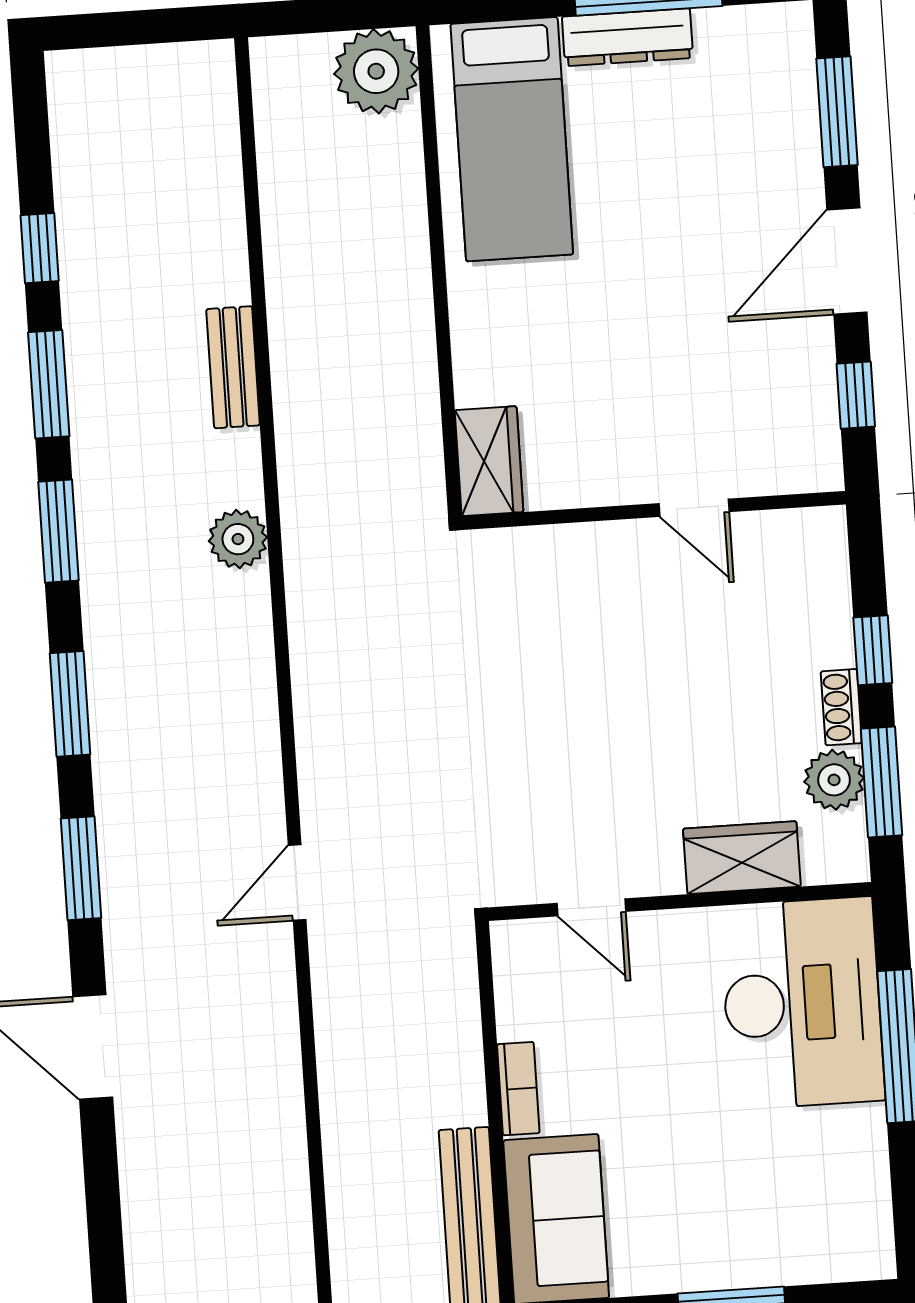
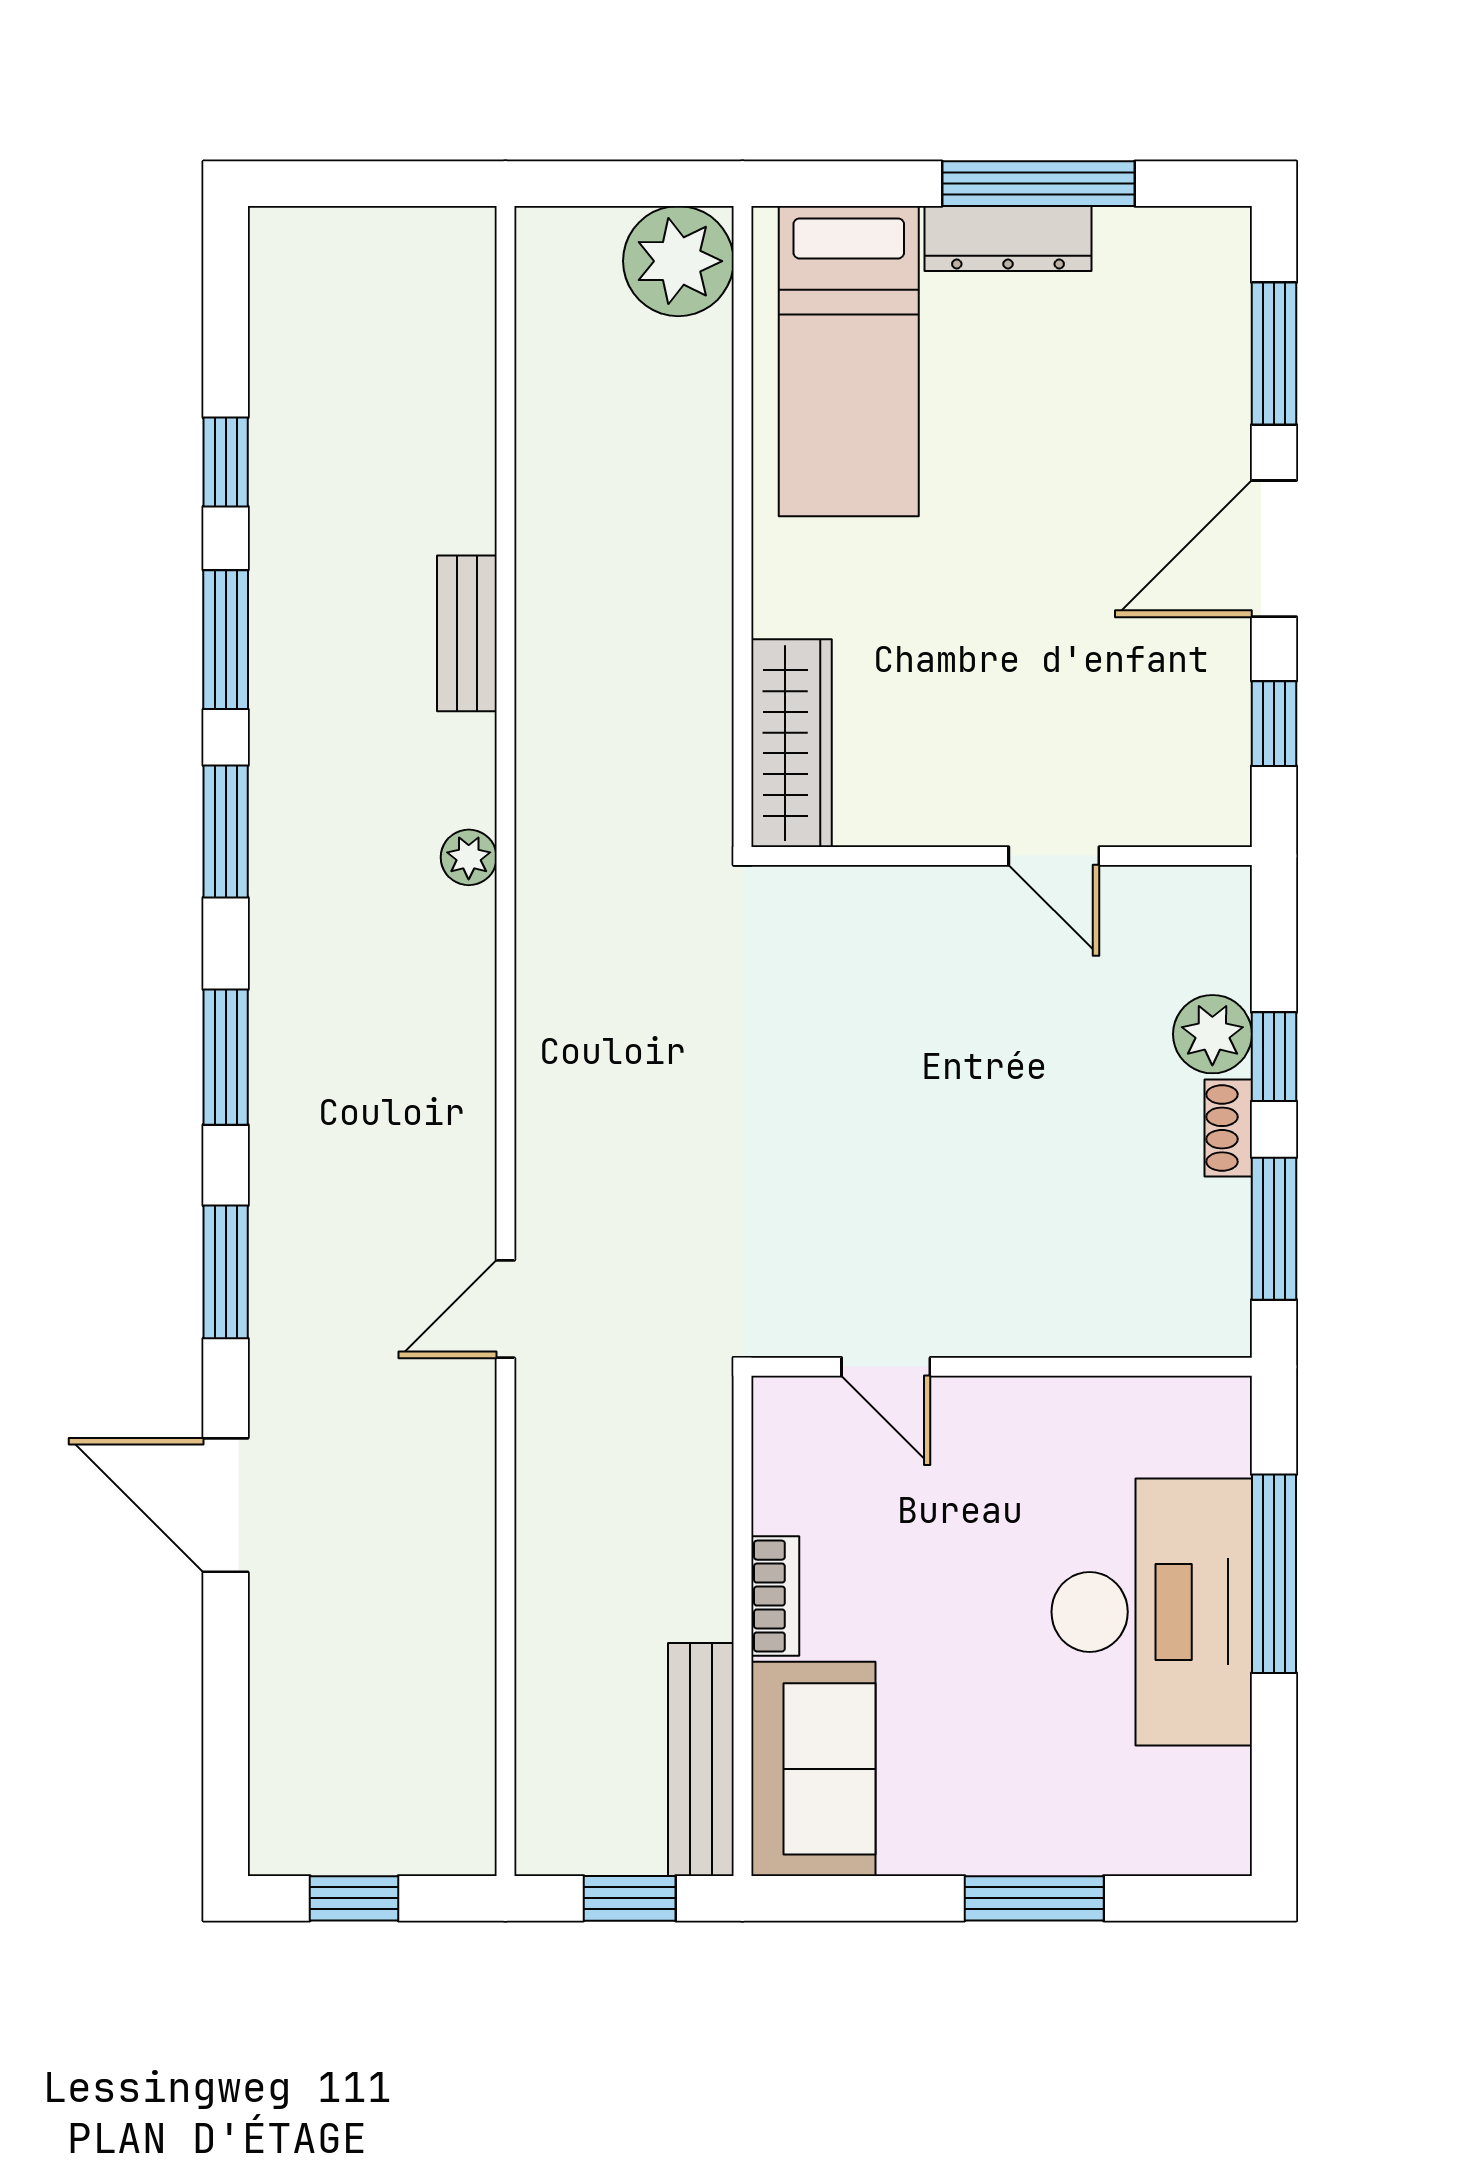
wardrobe: (489, 461) -> (791, 743), width x1.50
plant: (238, 539) -> (469, 857), width x0.73, depth x0.73
plant: (834, 780) -> (1212, 1034), moved
wardrobe: (742, 858) -> (1086, 1315), removed
desk: (802, 1003) -> (1152, 1612), moved

